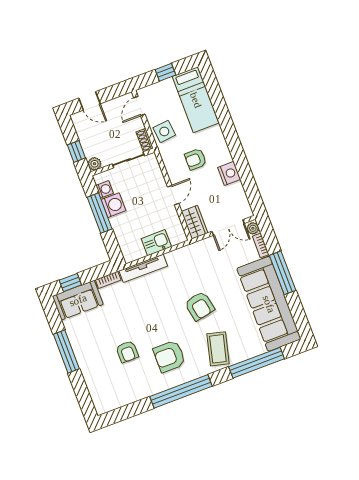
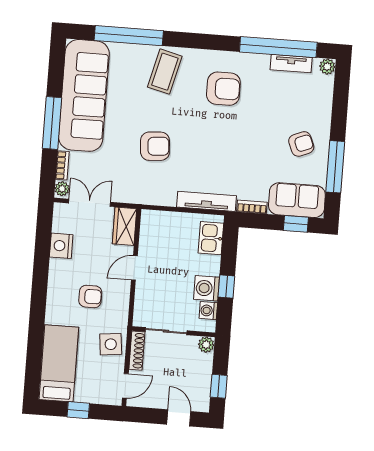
shoe rack: (145, 140) -> (137, 351), width x1.43
window: (76, 151) -> (219, 386), moved
nightstand: (229, 173) -> (61, 246), moved
window: (100, 213) -> (226, 287), width x0.46
kitchen sink: (156, 243) -> (211, 238), moved, turned 90
armchair: (200, 306) -> (155, 146), moved, turned 97
window: (66, 351) -> (335, 167), moved
armchair: (127, 352) -> (301, 144), moved, turned 68
window: (181, 391) -> (278, 47), moved
tv unit: (129, 398) -> (291, 64), added
plant: (101, 408) -> (327, 67), added

